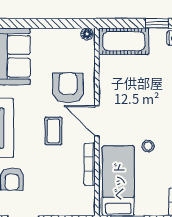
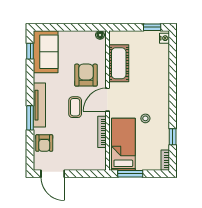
cot: (124, 41) -> (119, 63), moved, turned 90
door: (97, 121) -> (107, 100), hinge flipped

